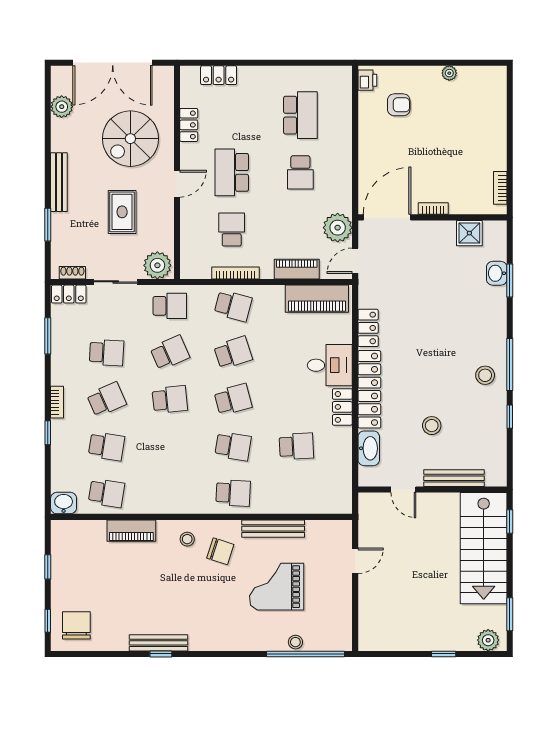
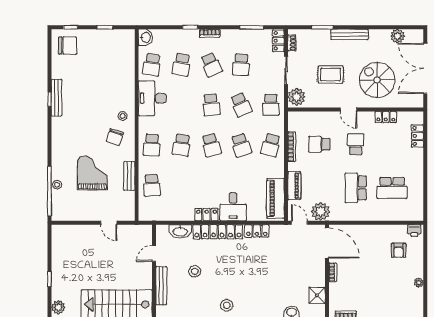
school desk: (232, 172) -> (356, 144), width x0.54
school desk: (300, 172) -> (356, 188), width x1.85
school desk: (232, 230) -> (319, 144), turned 180
school desk: (296, 446) -> (152, 185), moved
desk: (159, 492) -> (152, 98), added
bench: (273, 529) -> (129, 176), width x0.73
piano: (131, 531) -> (128, 80), removed

